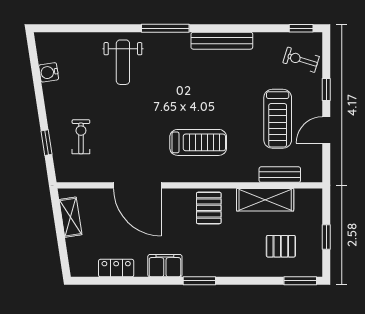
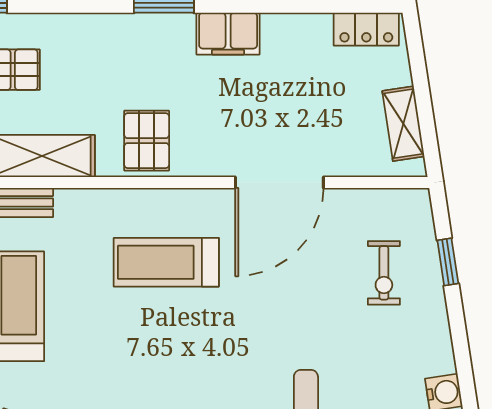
door: (137, 185) -> (279, 183), swing flipped
locker: (116, 268) -> (366, 29), moved

